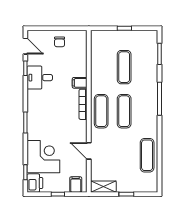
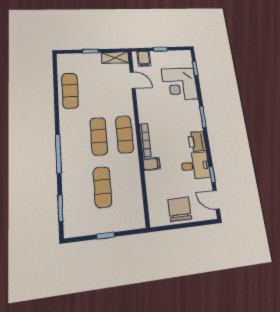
chair: (60, 42) -> (180, 209), width x1.87, depth x1.87
door: (89, 151) -> (133, 80), moved
printer: (35, 183) -> (197, 141), moved

